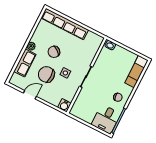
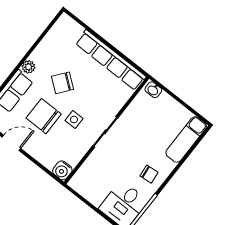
row of seats: (65, 24) -> (111, 60), moved

